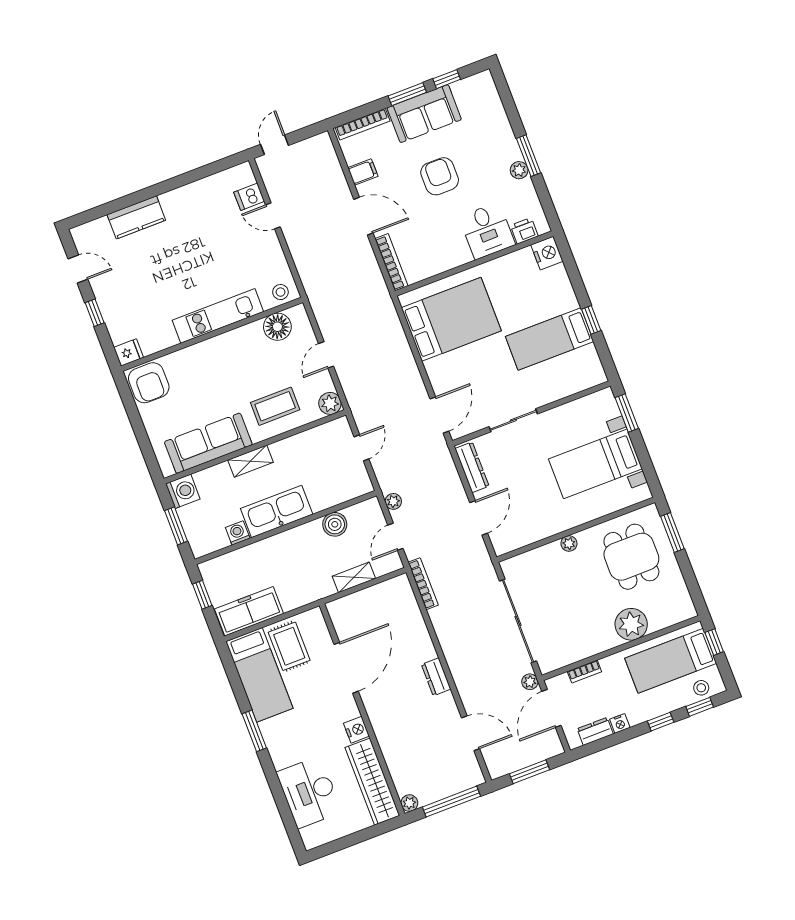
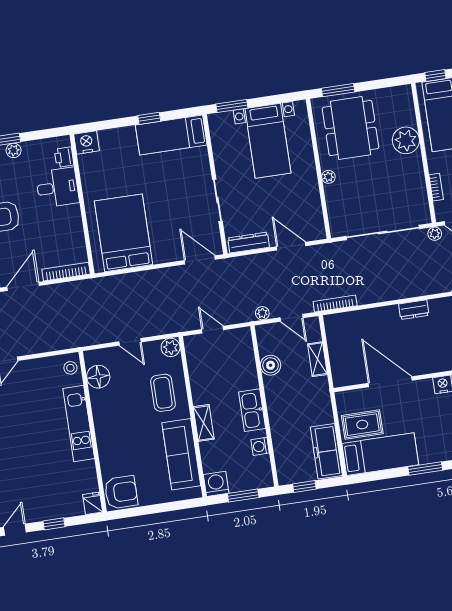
bed: (550, 339) -> (171, 135), moved, turned 90
kitchen sink: (277, 511) -> (252, 410), width x0.73, depth x0.81
dining table: (631, 557) -> (350, 128), width x1.37

